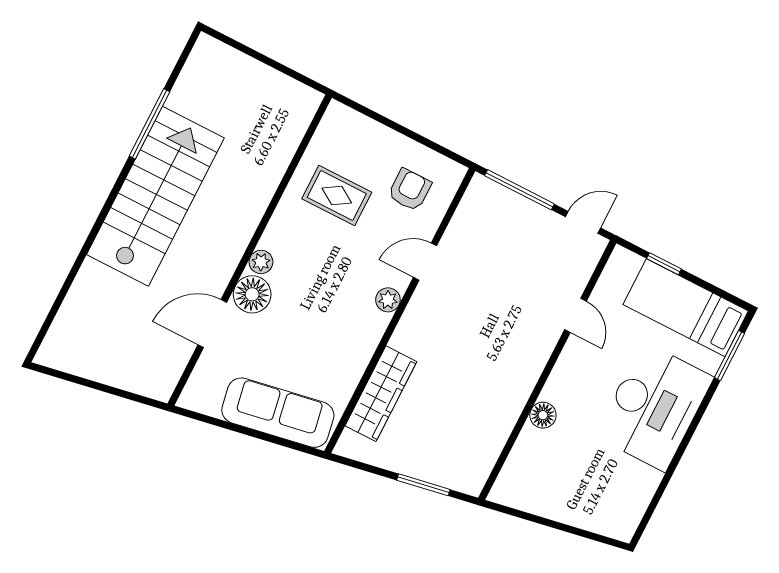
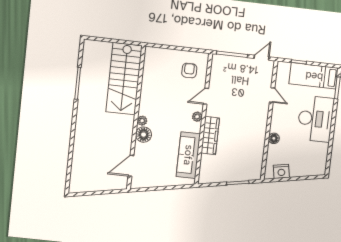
stairs: (155, 196) -> (124, 79), moved, turned 180
rug: (337, 196) -> (162, 84), removed
door: (212, 324) -> (131, 166), moved
wardrobe: (381, 394) -> (210, 136), moved
sofa: (278, 413) -> (188, 155), moved, turned -80
nightstand: (532, 497) -> (281, 171), added

